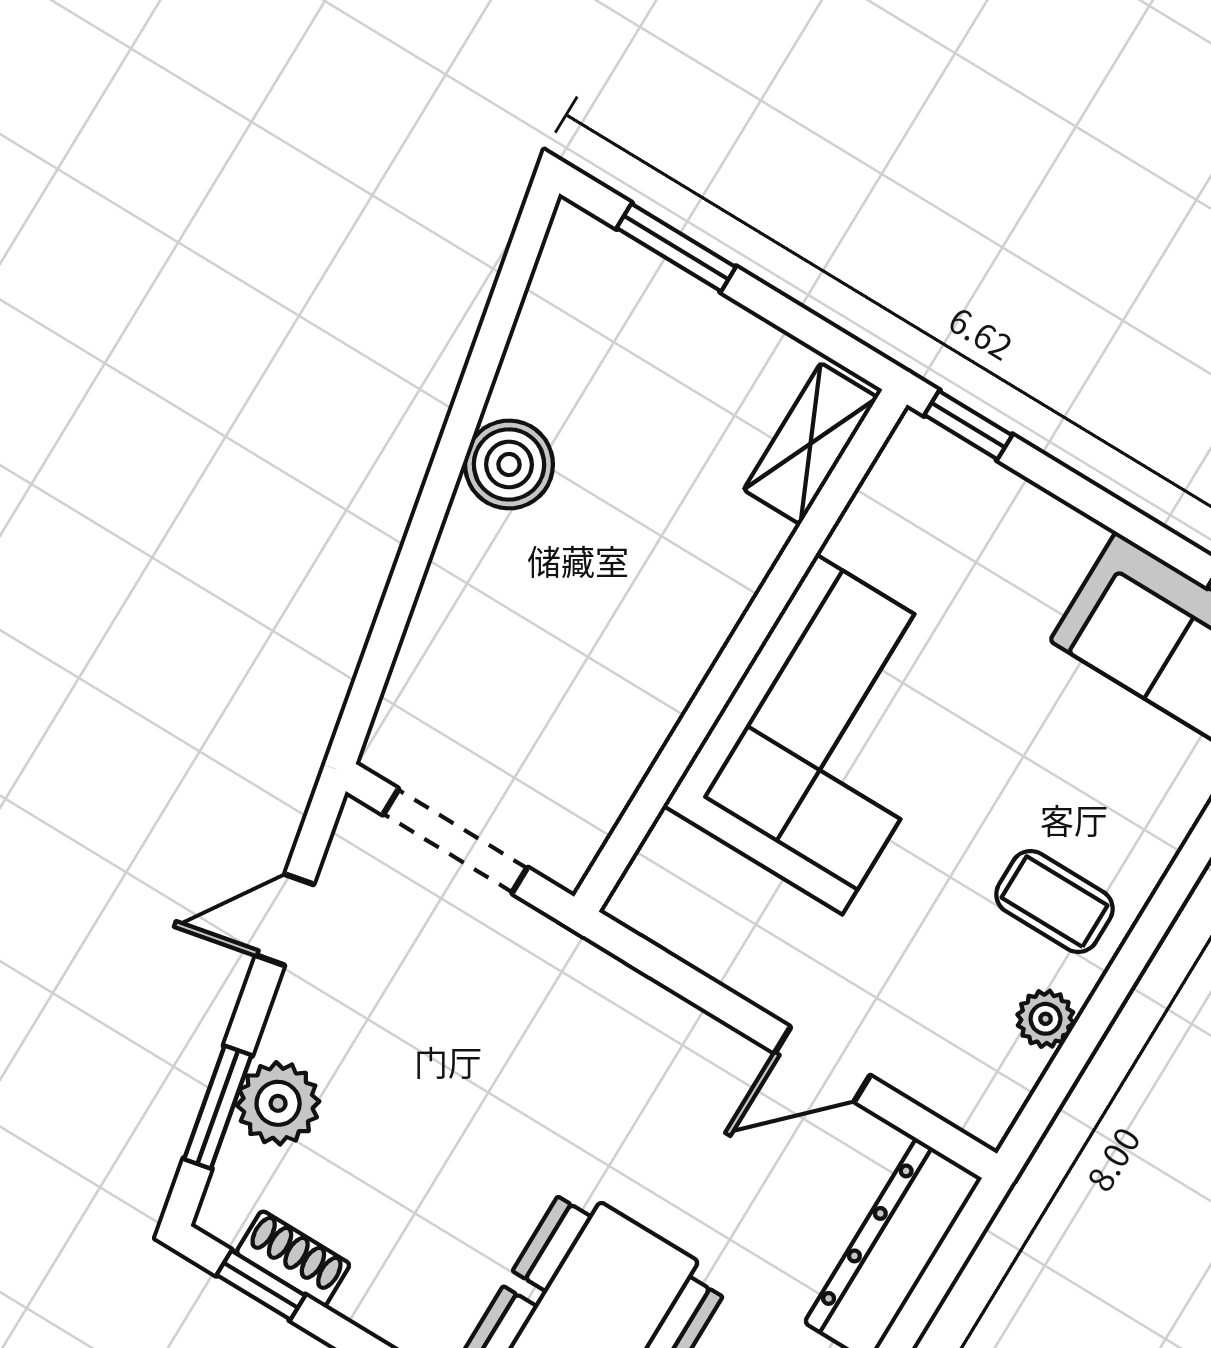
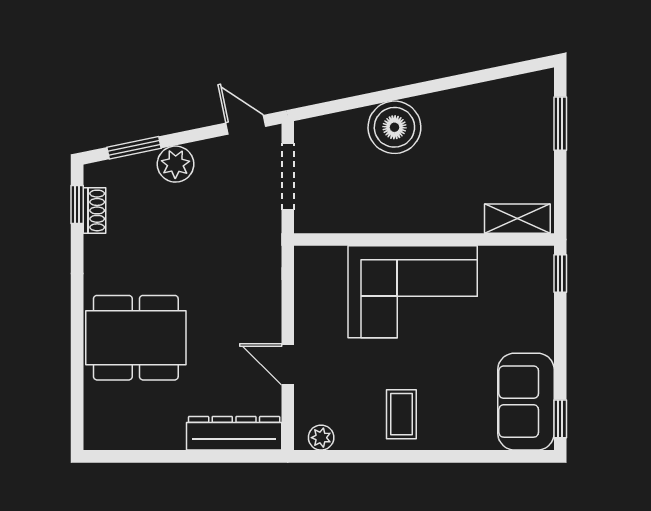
boiler: (509, 464) -> (394, 127), moved, width x1.37, depth x1.37
door: (285, 920) -> (246, 125), moved
plant: (1046, 1019) -> (321, 438), moved
plant: (278, 1103) -> (176, 164), moved

